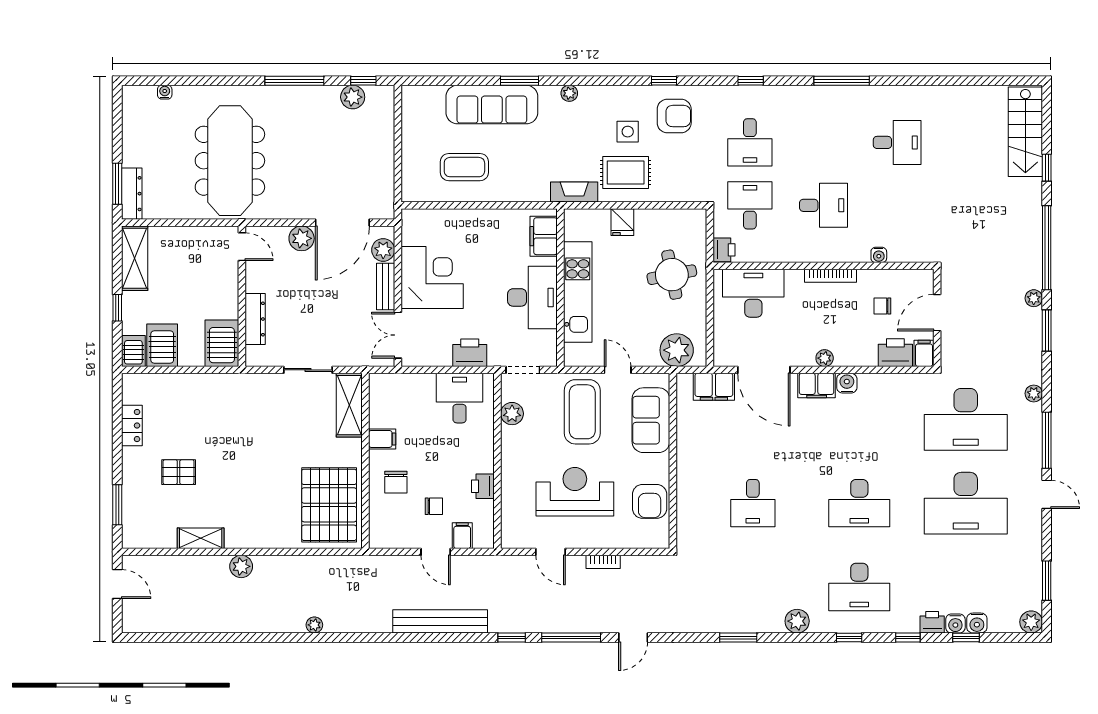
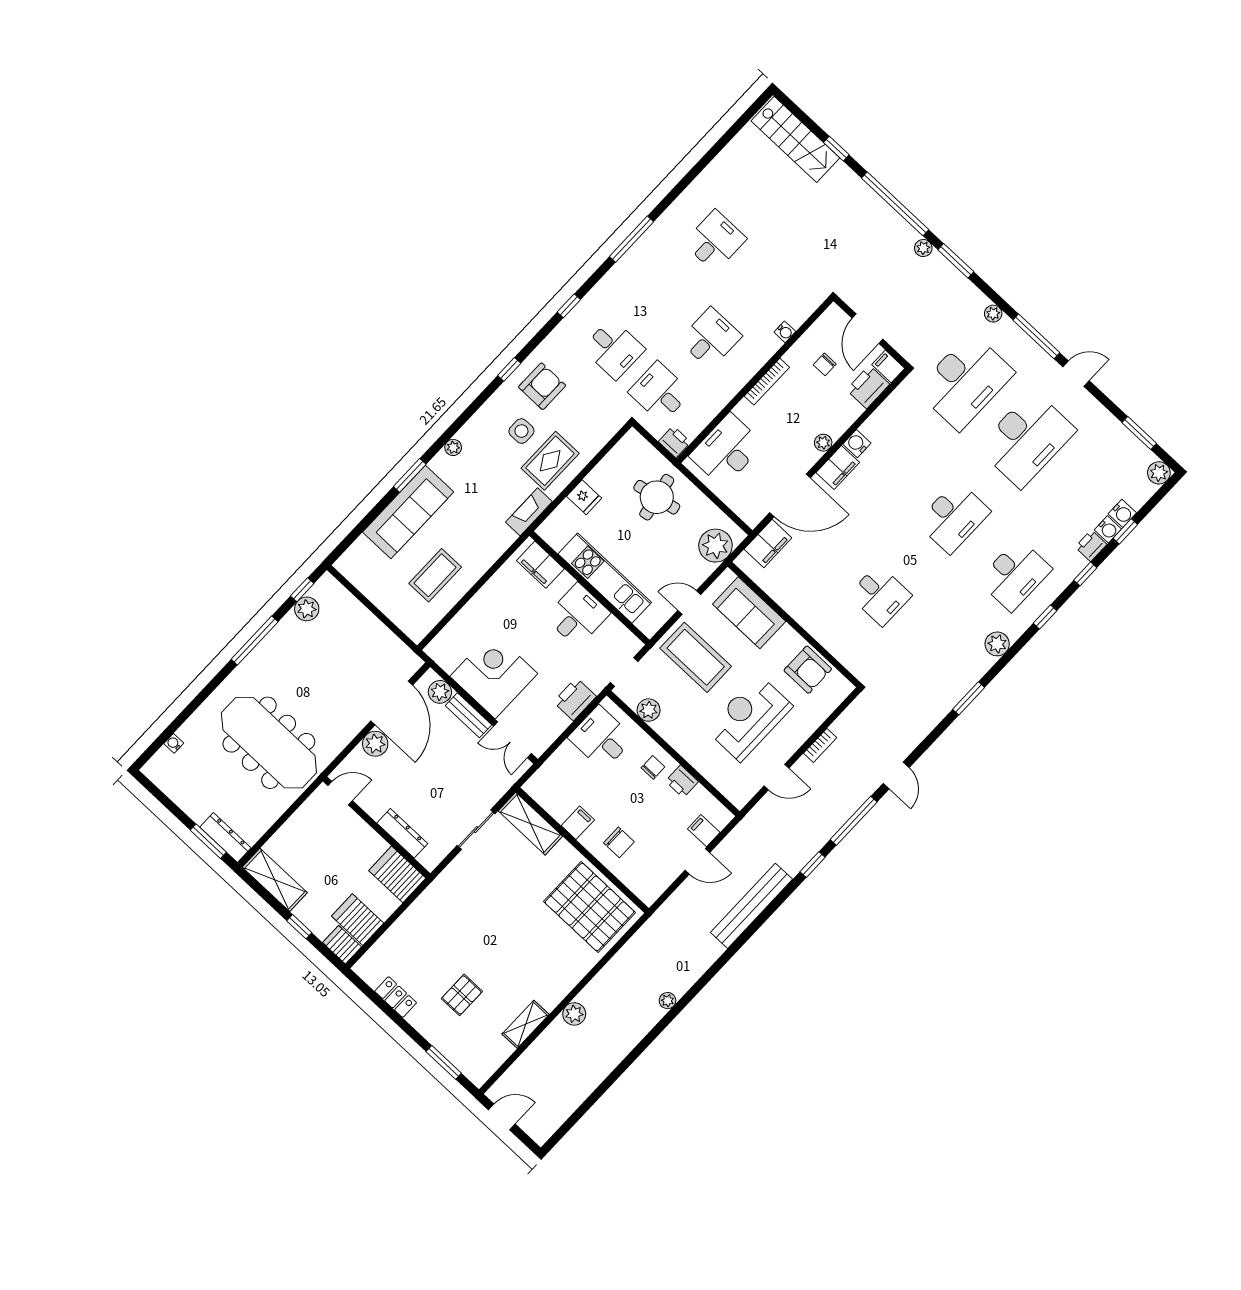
desk: (532, 297) -> (577, 615), width x0.73
chair: (434, 506) -> (653, 767), moved

